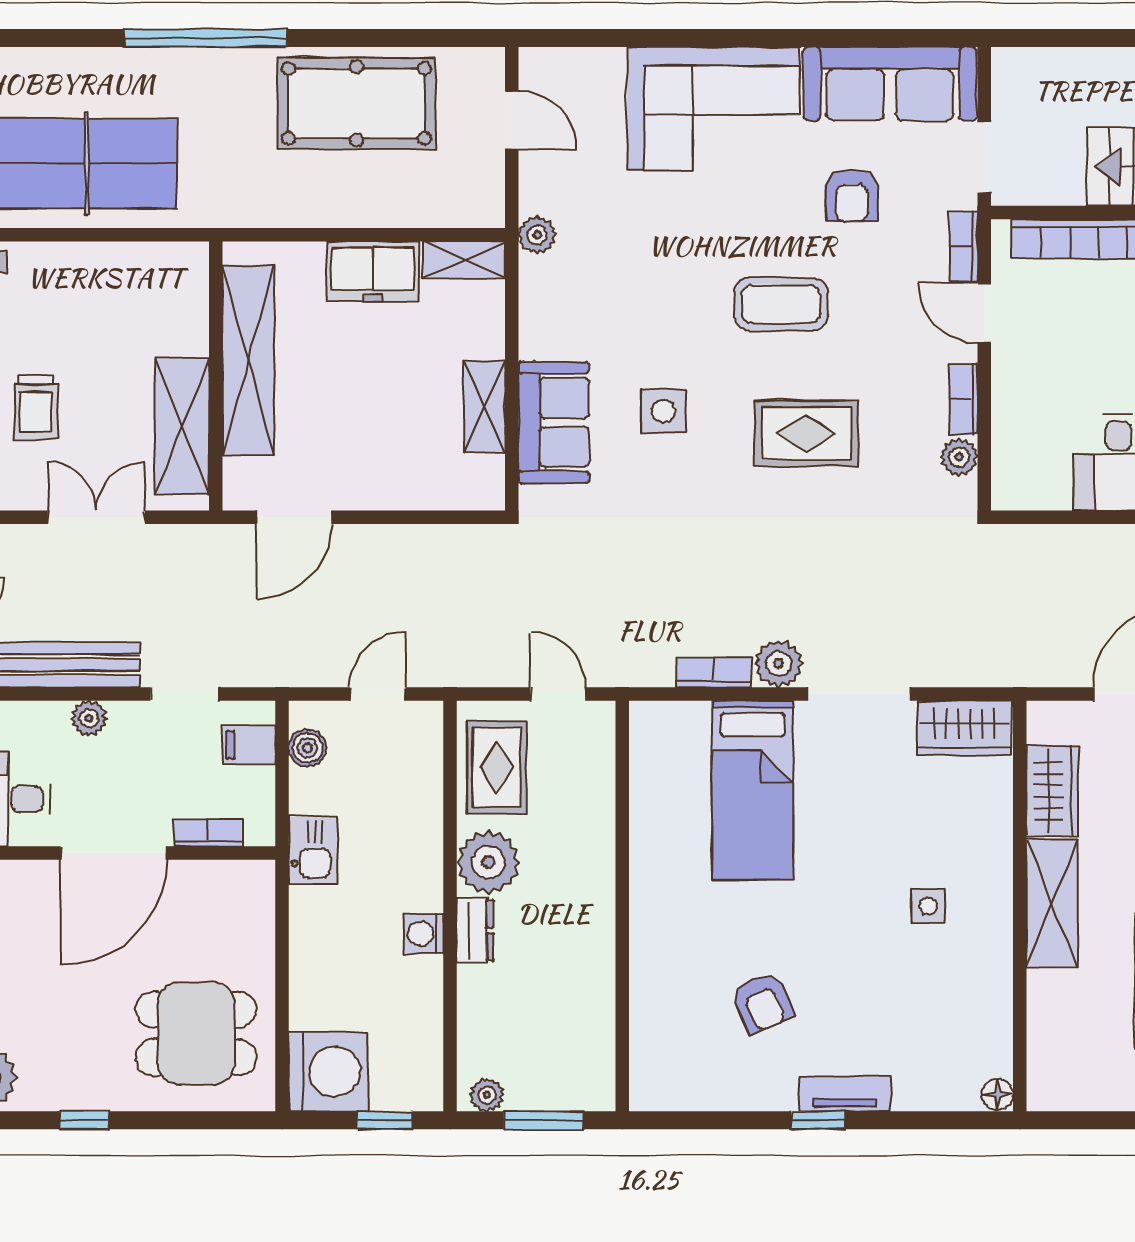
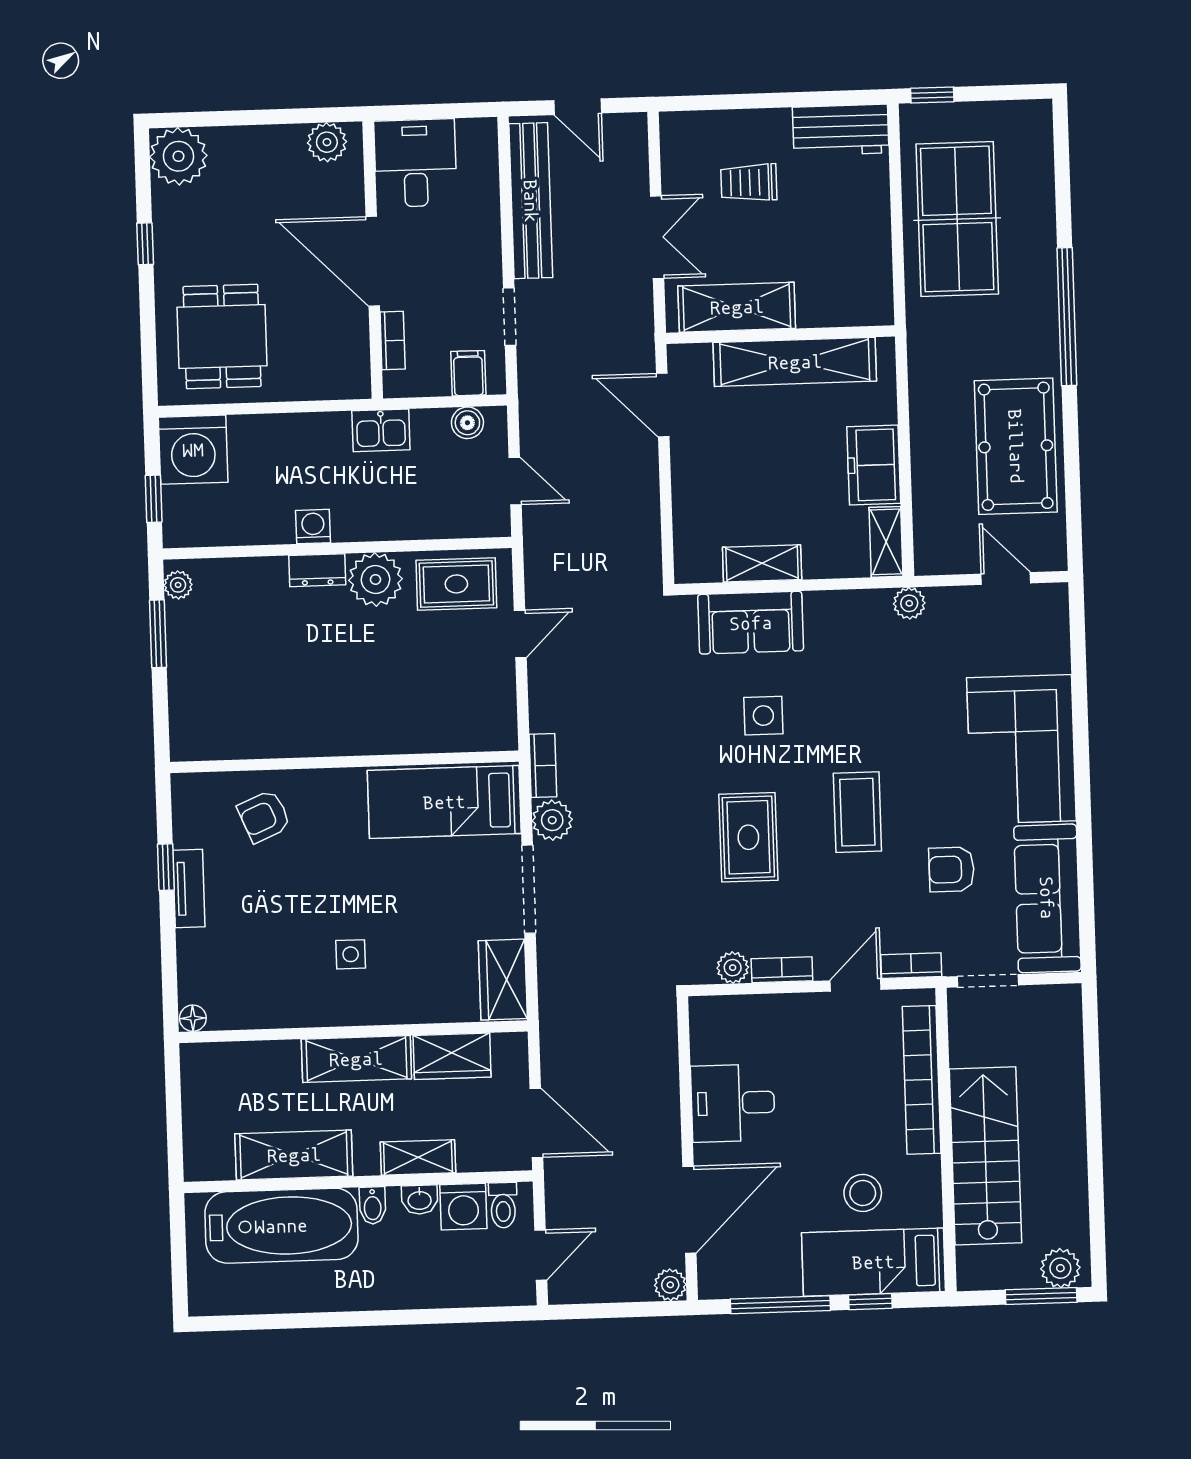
door: (512, 120) -> (1006, 579), swing flipped
plant: (89, 718) -> (486, 237), removed
wall: (622, 906) -> (344, 762), moved

